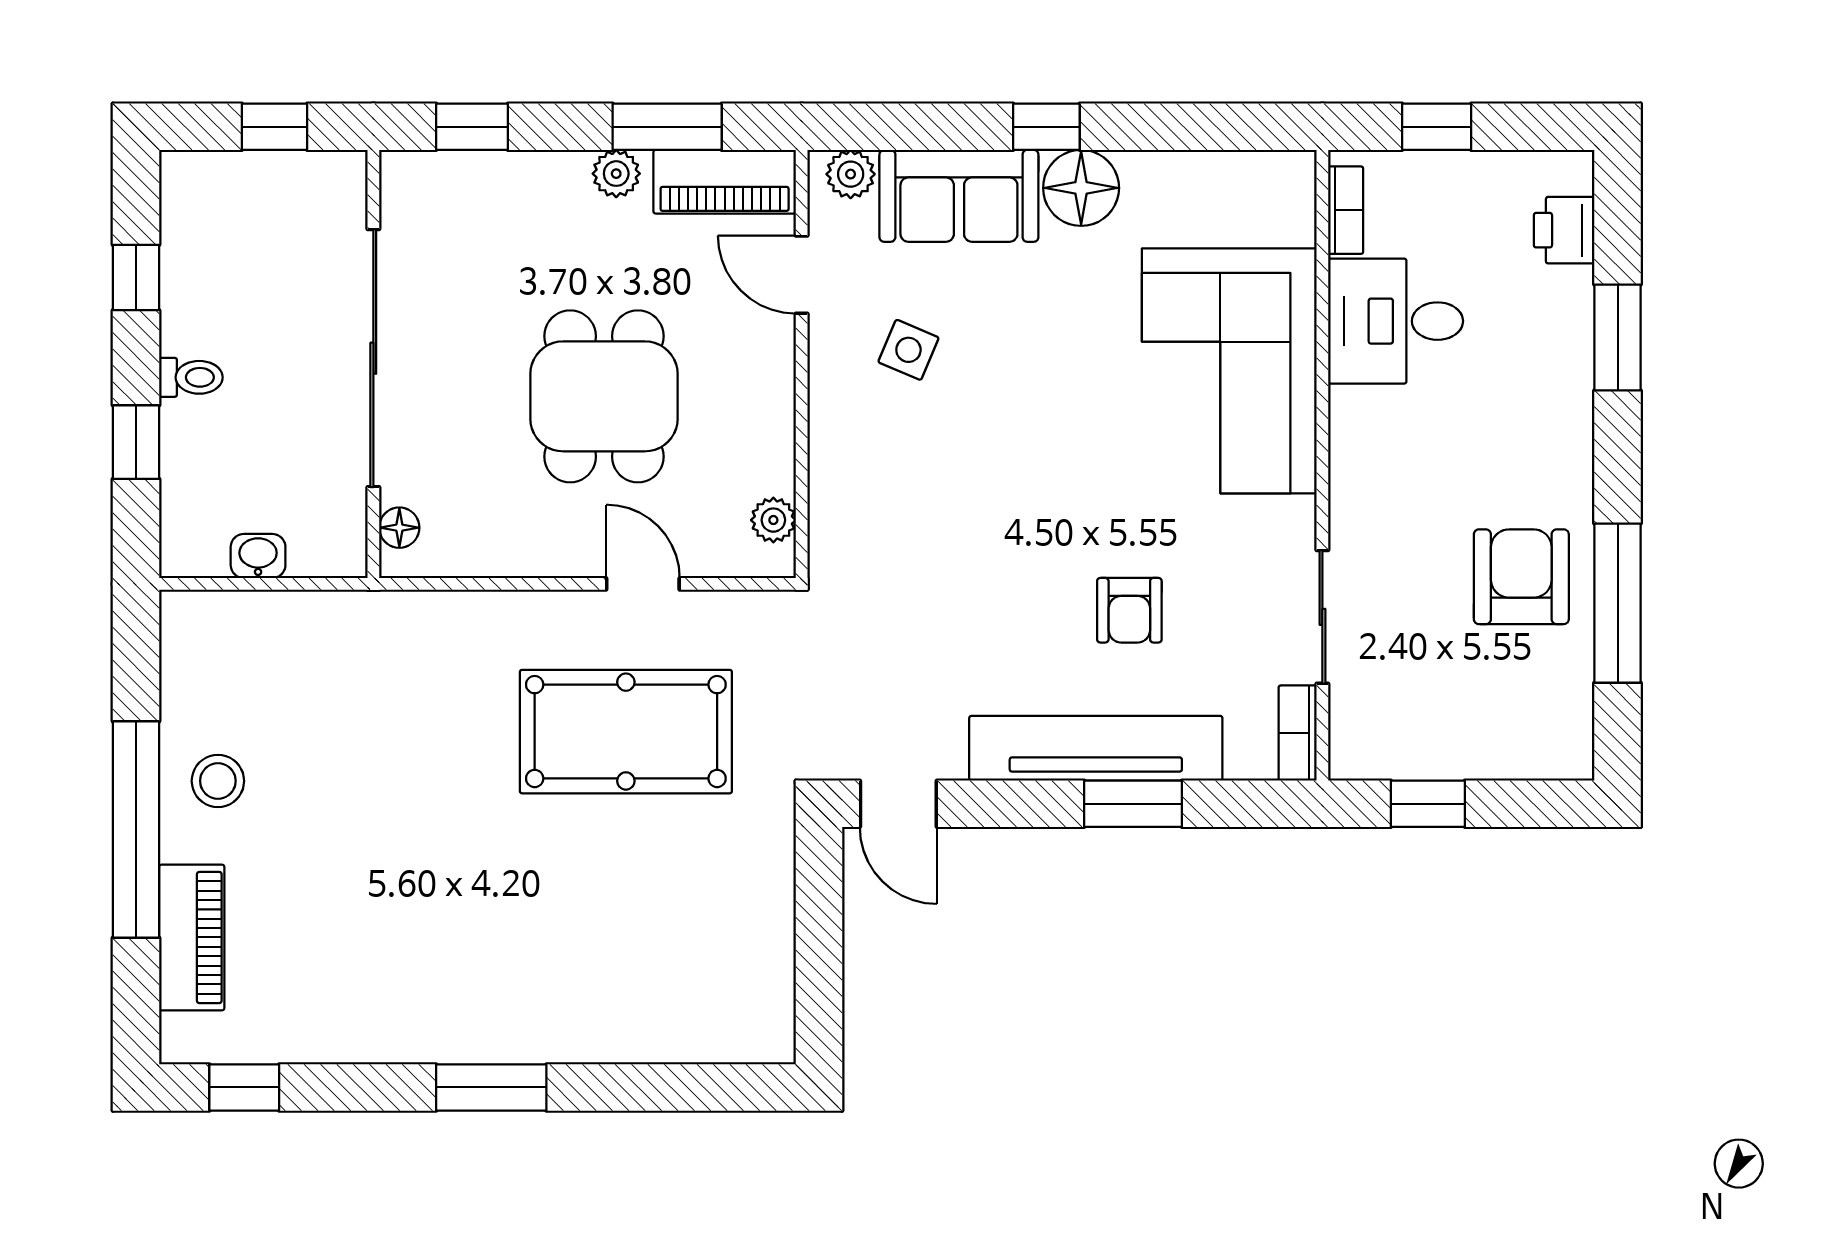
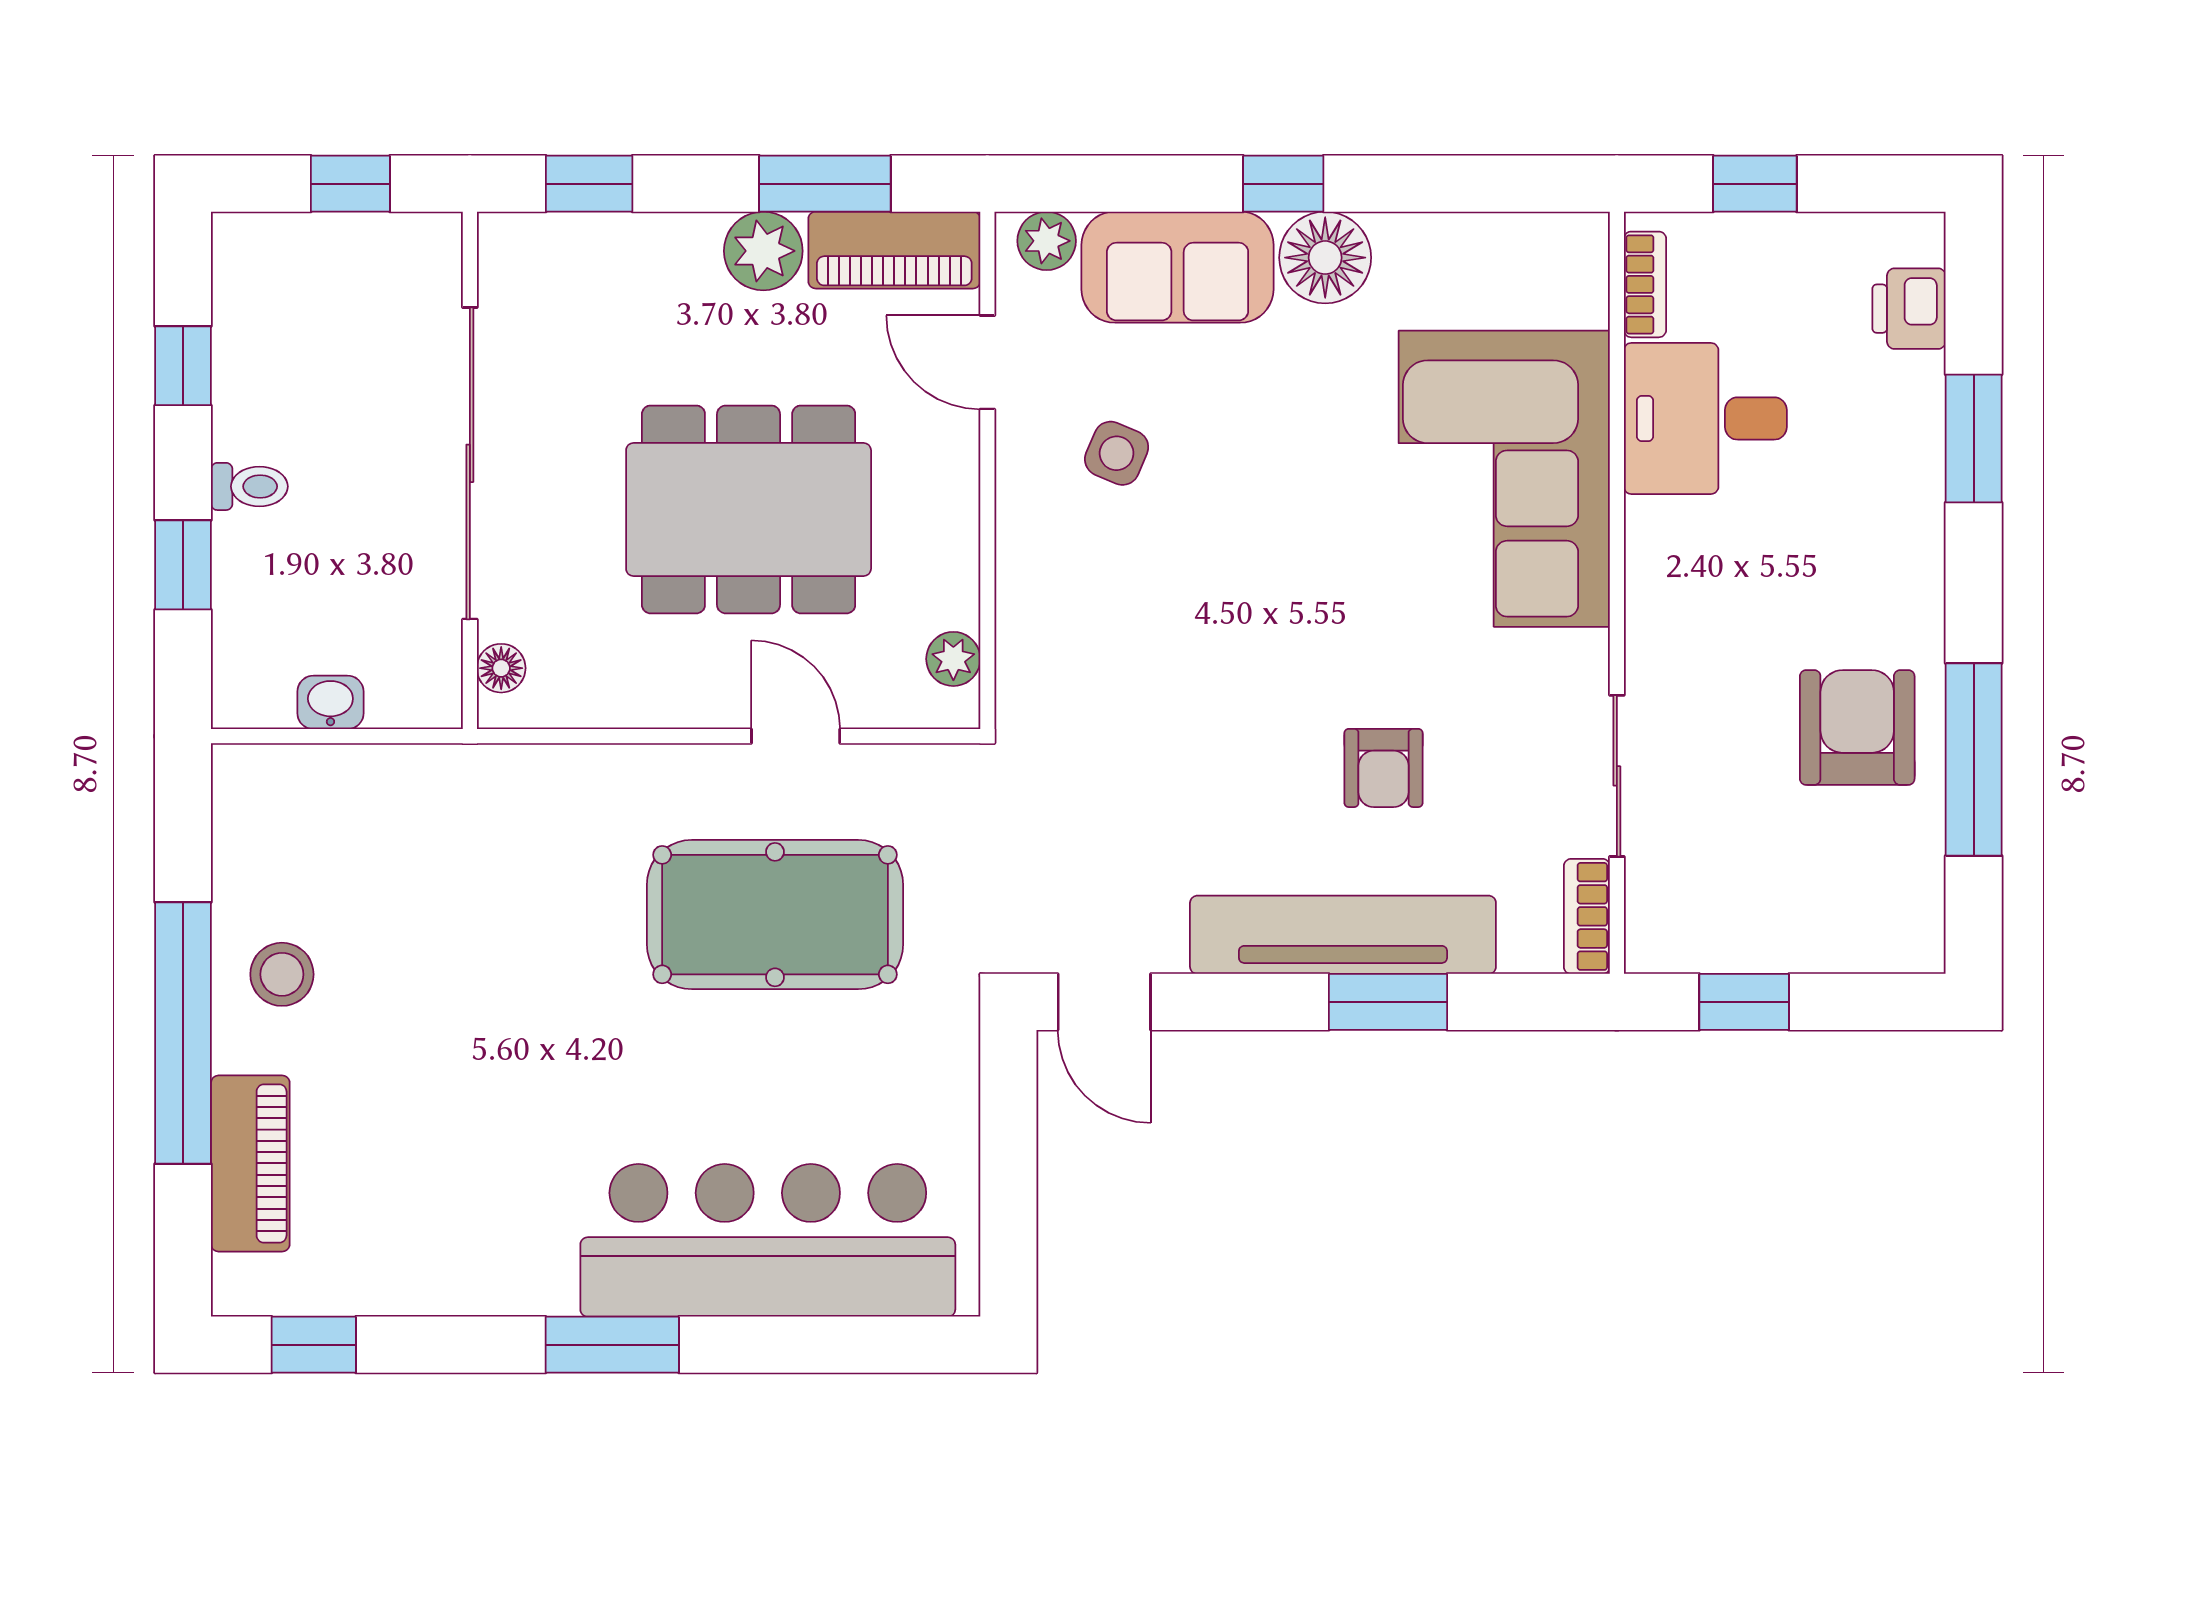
plant: (616, 174) -> (763, 251), width x1.38, depth x1.38
dining table: (604, 396) -> (749, 509), width x1.38
bar counter: (620, 1001) -> (768, 1240), added

